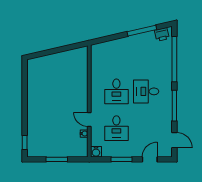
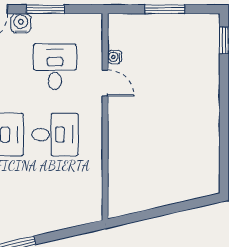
desk: (116, 91) -> (55, 135), turned 90
water cooler: (96, 152) -> (21, 23), moved

